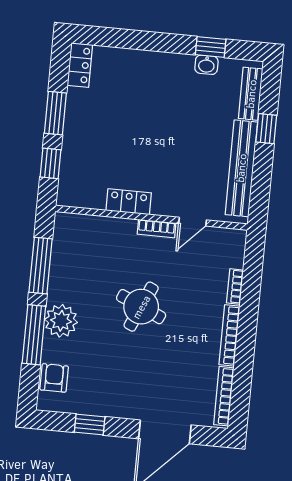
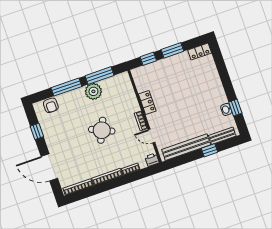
printer: (236, 240) -> (152, 160), added
plant: (61, 321) -> (93, 91), moved
armchair: (54, 378) -> (51, 105), turned 90

